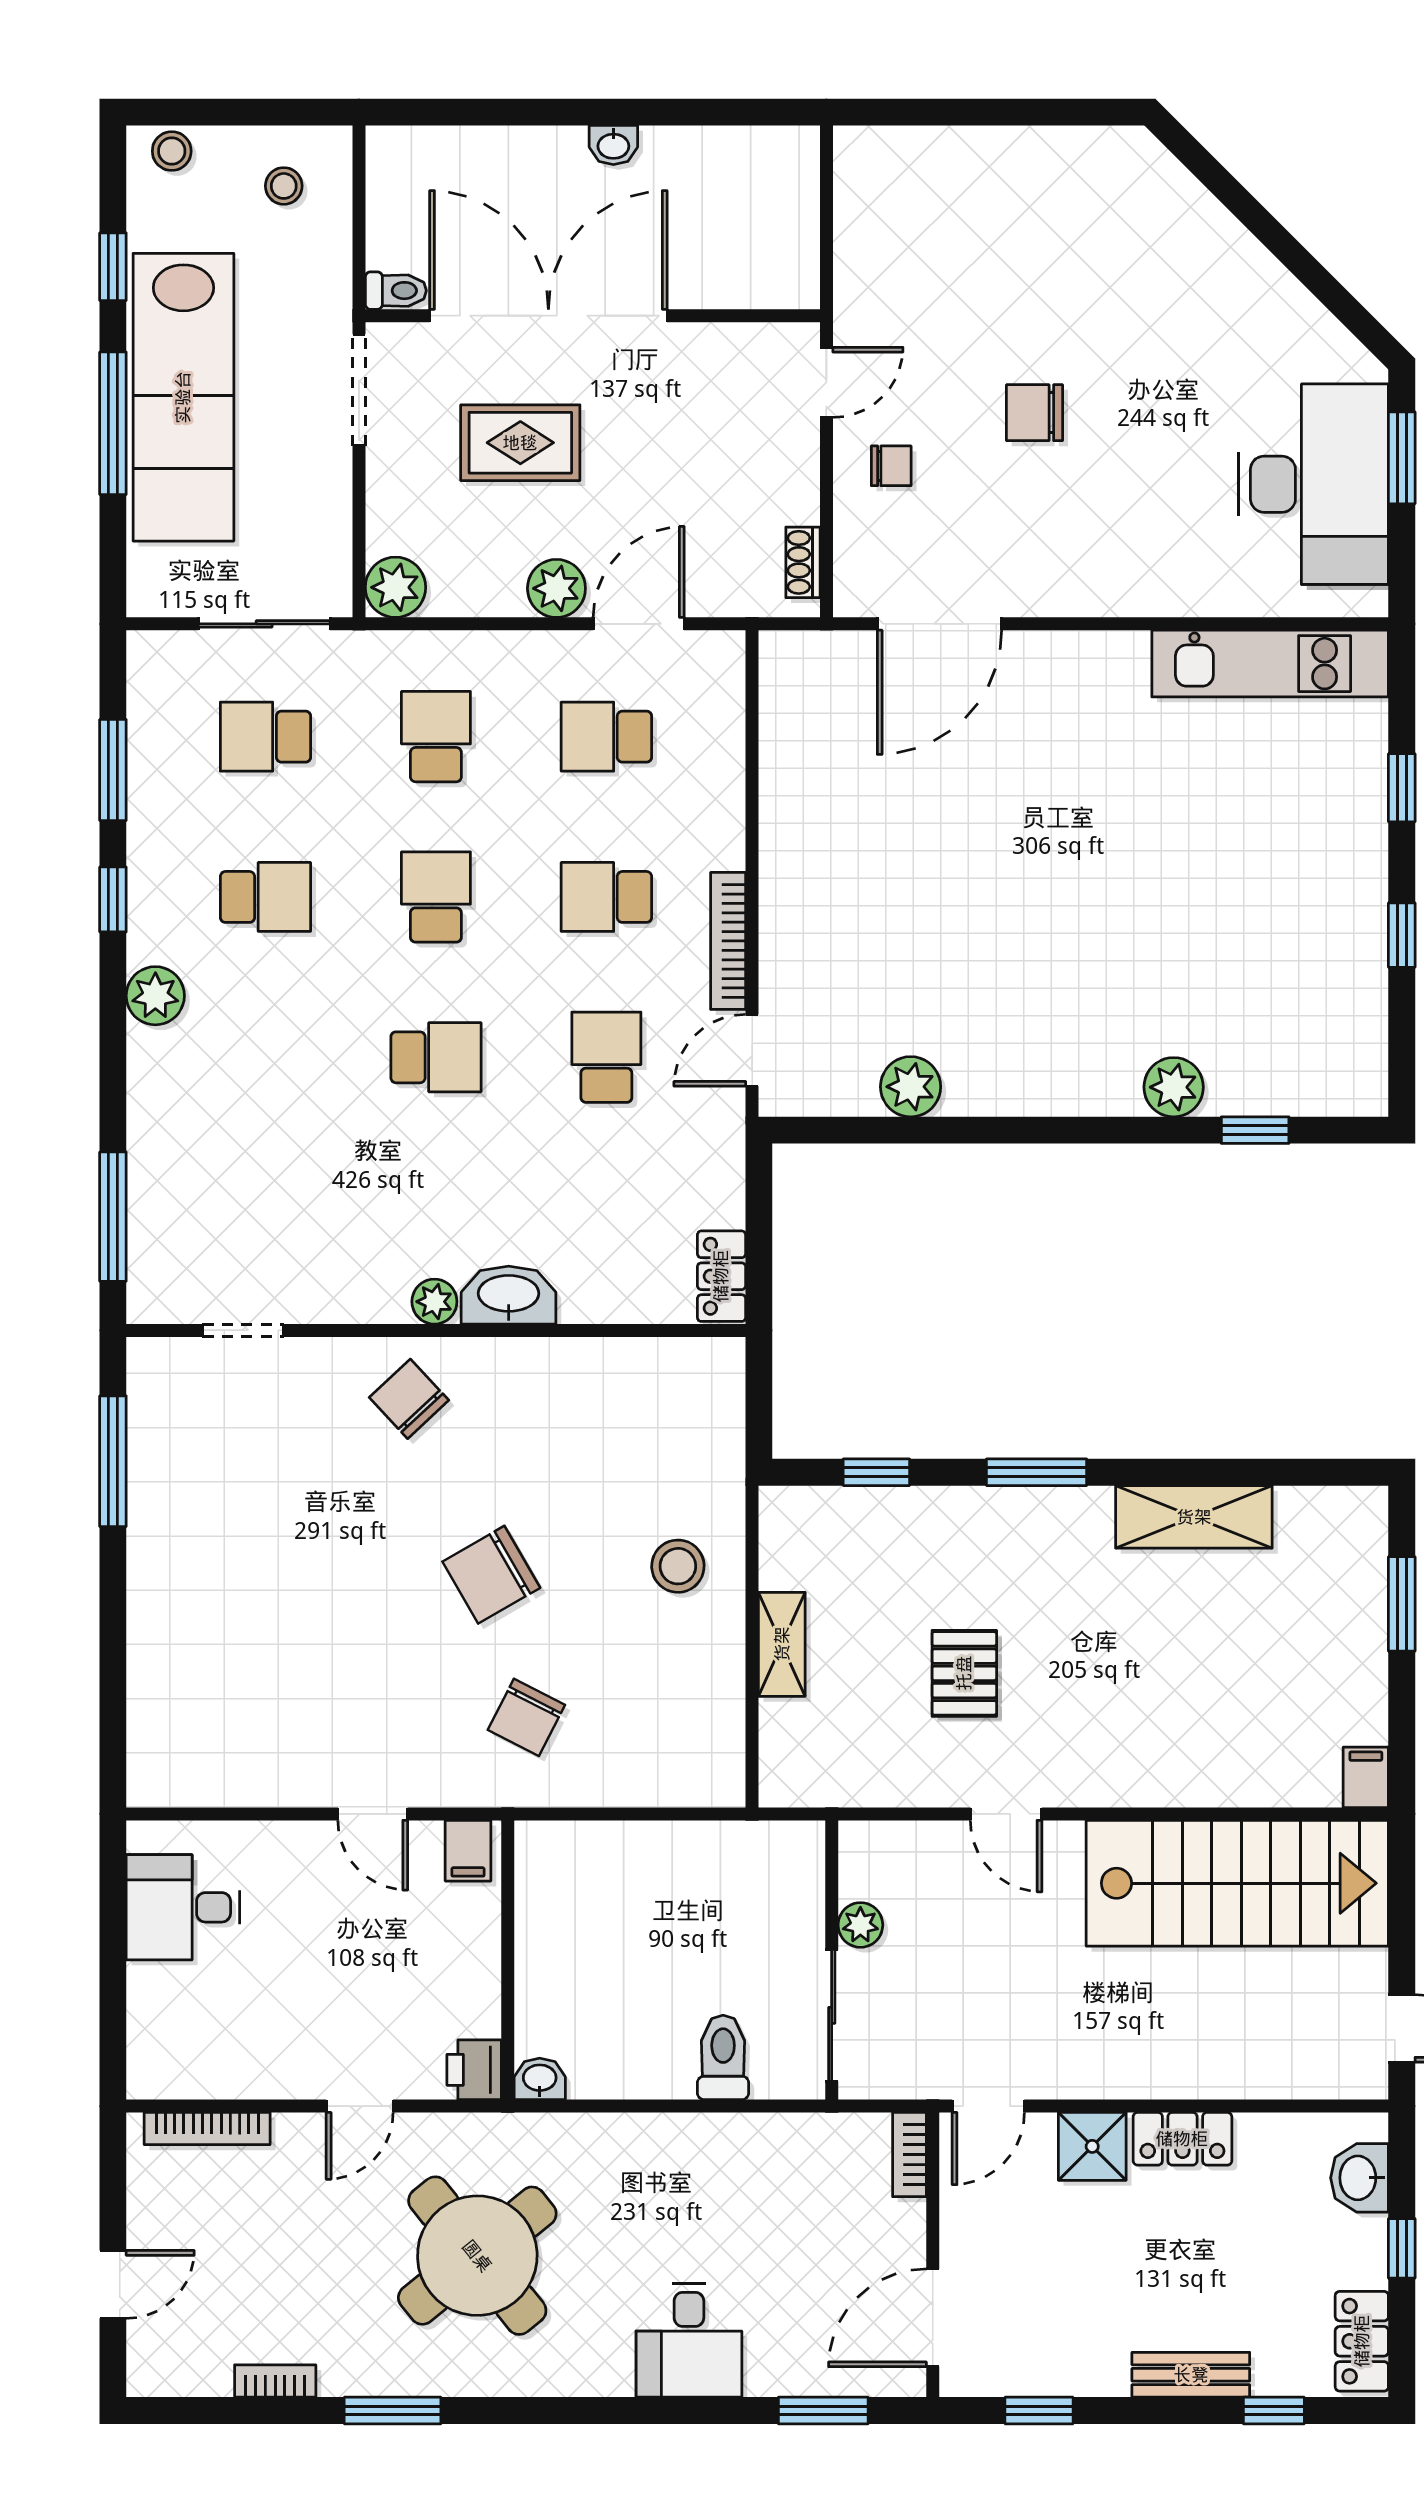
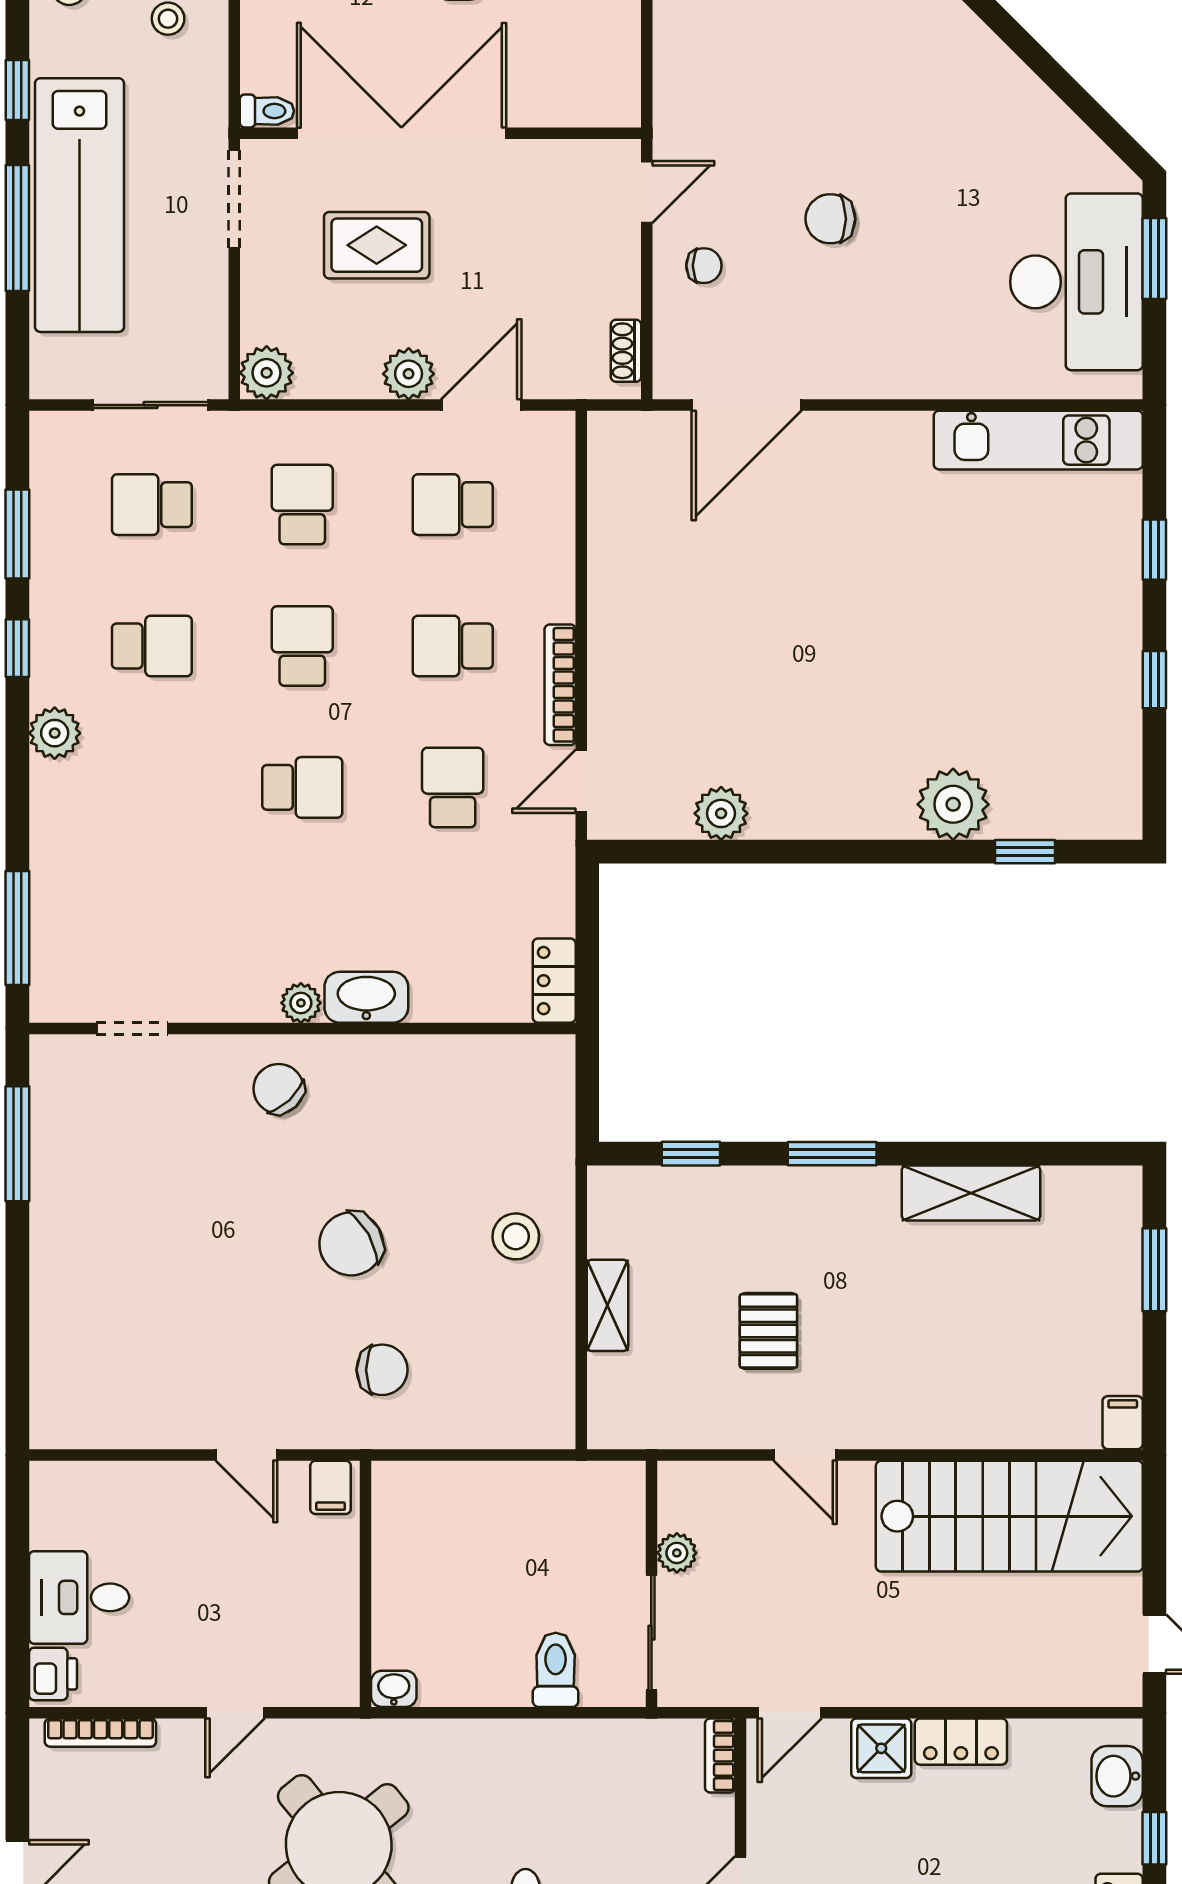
plant: (1174, 1087) -> (953, 804), width x1.36, depth x1.36
chair: (526, 1717) -> (382, 1370), turned -117
desk: (183, 1907) -> (79, 1597), moved
printer: (474, 2070) -> (53, 1674), moved, turned 180

